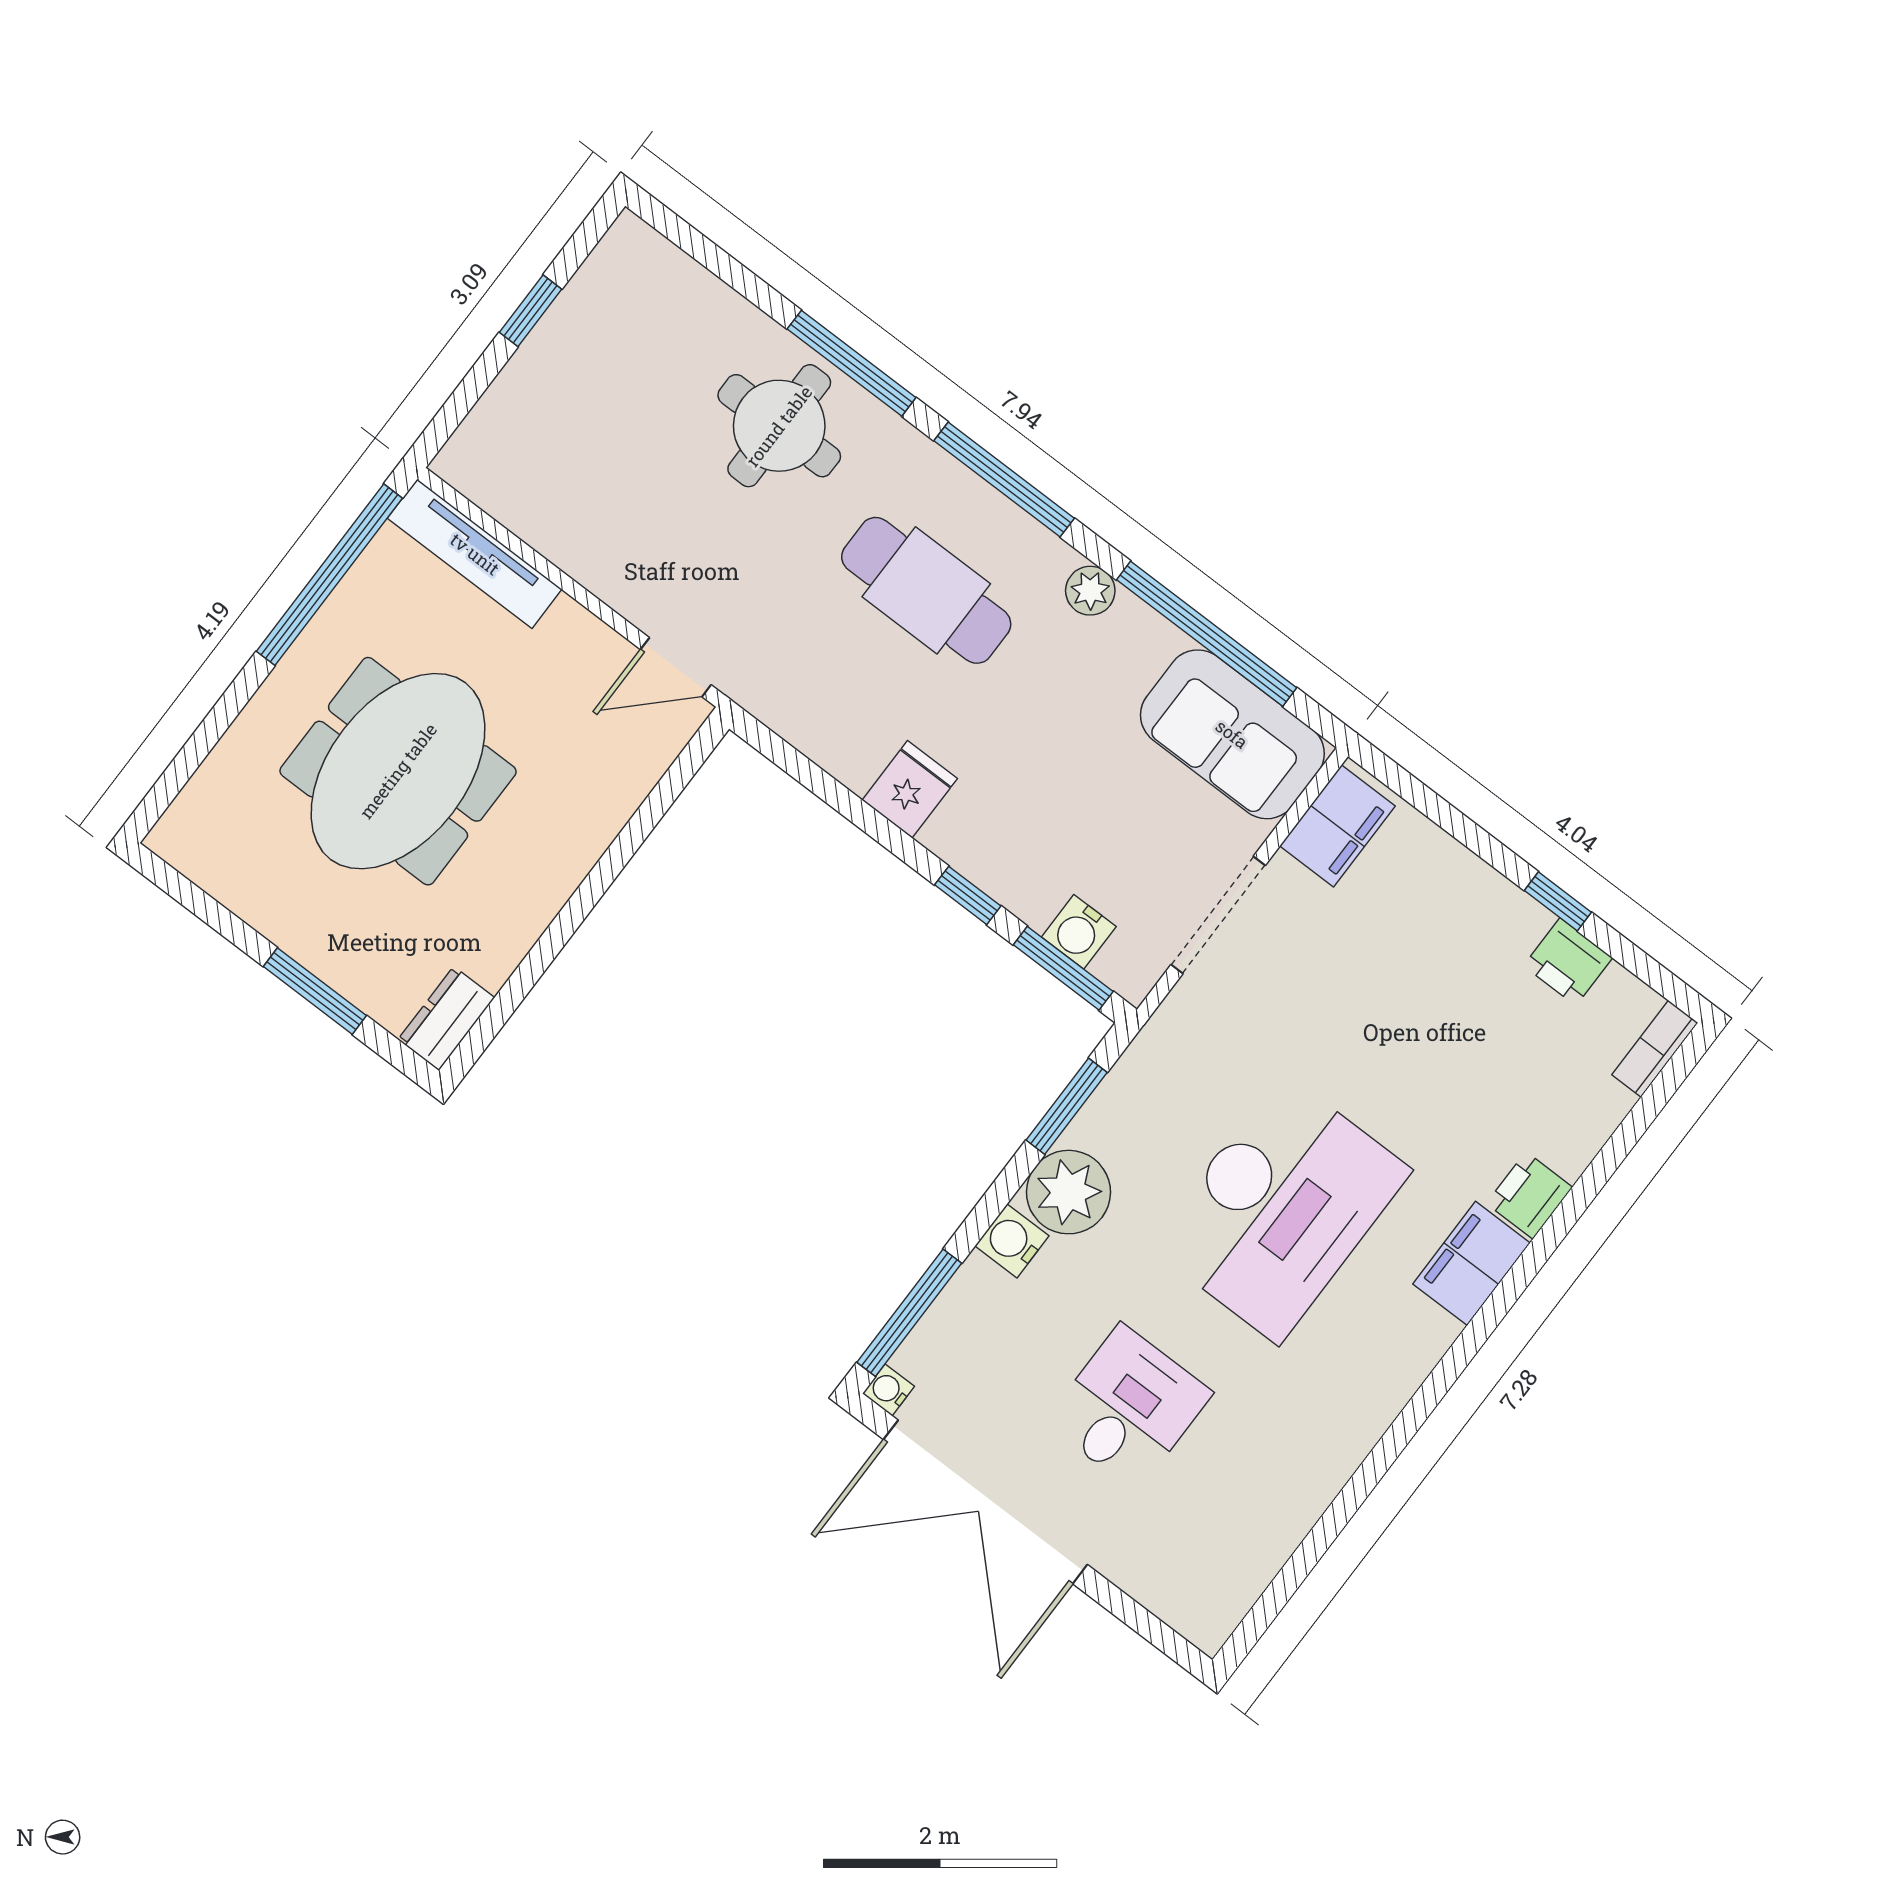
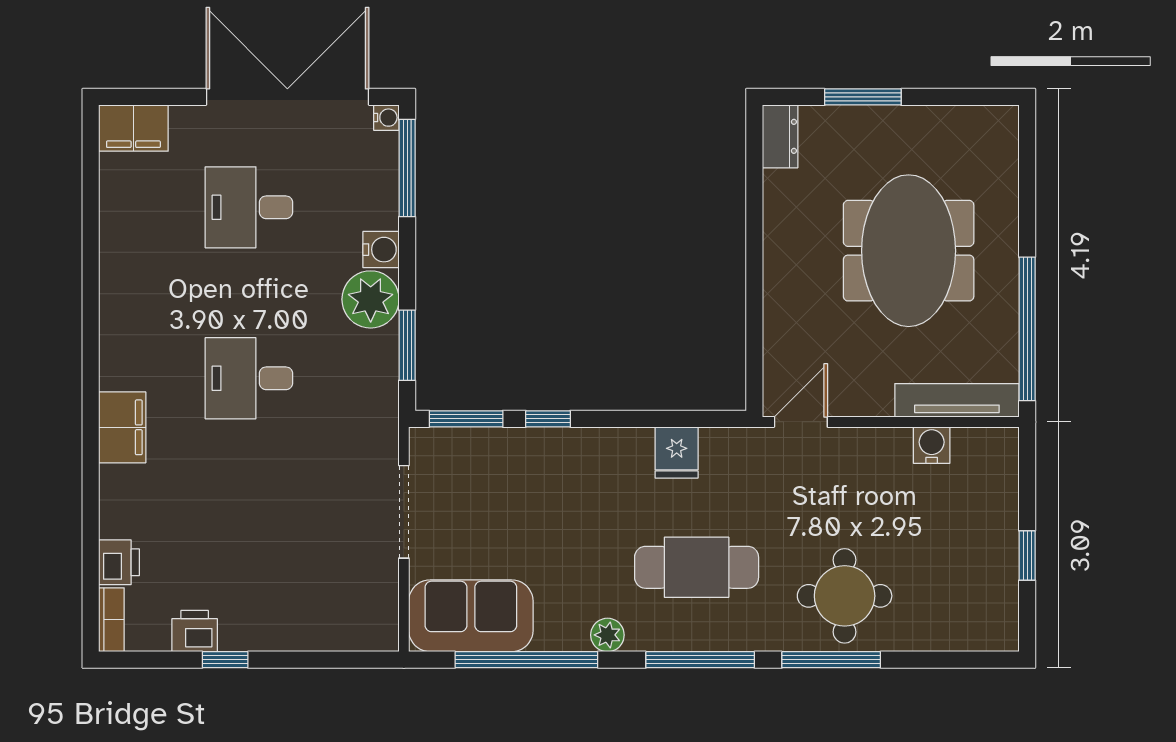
fridge: (910, 789) -> (677, 452), moved
filing cabinet: (1337, 826) -> (133, 128), moved, turned -90
water cooler: (1079, 932) -> (932, 445), moved
printer: (1529, 1195) -> (119, 562), moved
desk: (1280, 1208) -> (249, 378), width x0.53, depth x0.77
desk: (1128, 1408) -> (249, 207), turned 90

